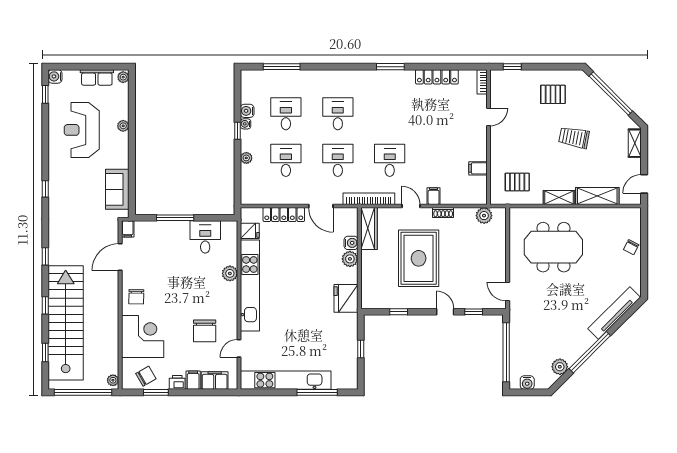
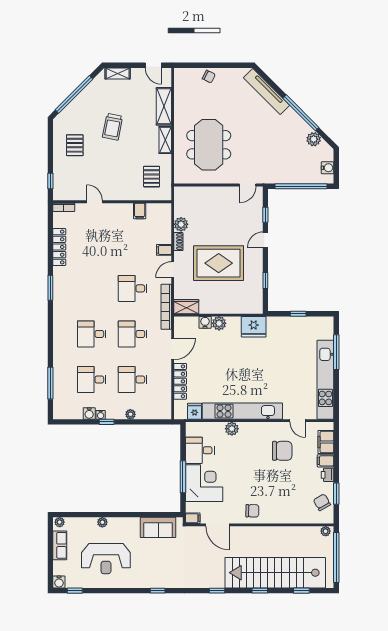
plant: (484, 216) -> (181, 224), moved
wardrobe: (369, 229) -> (186, 307), width x0.67
corner desk: (143, 337) -> (204, 483), moved, turned 90

